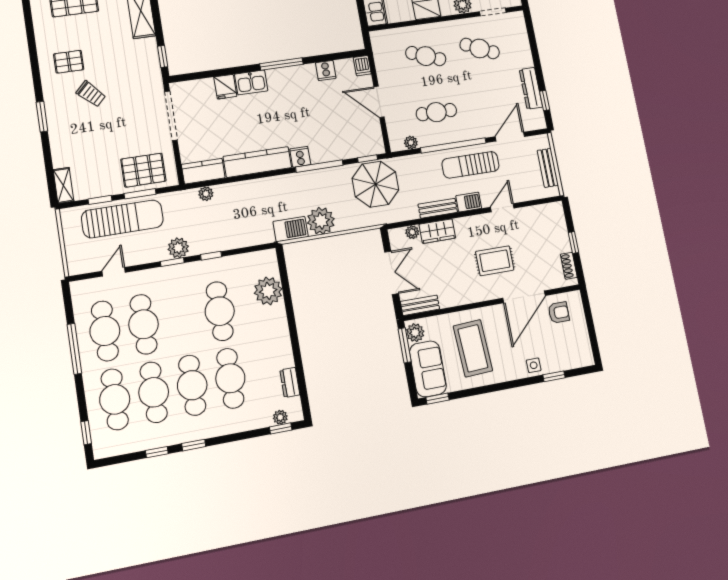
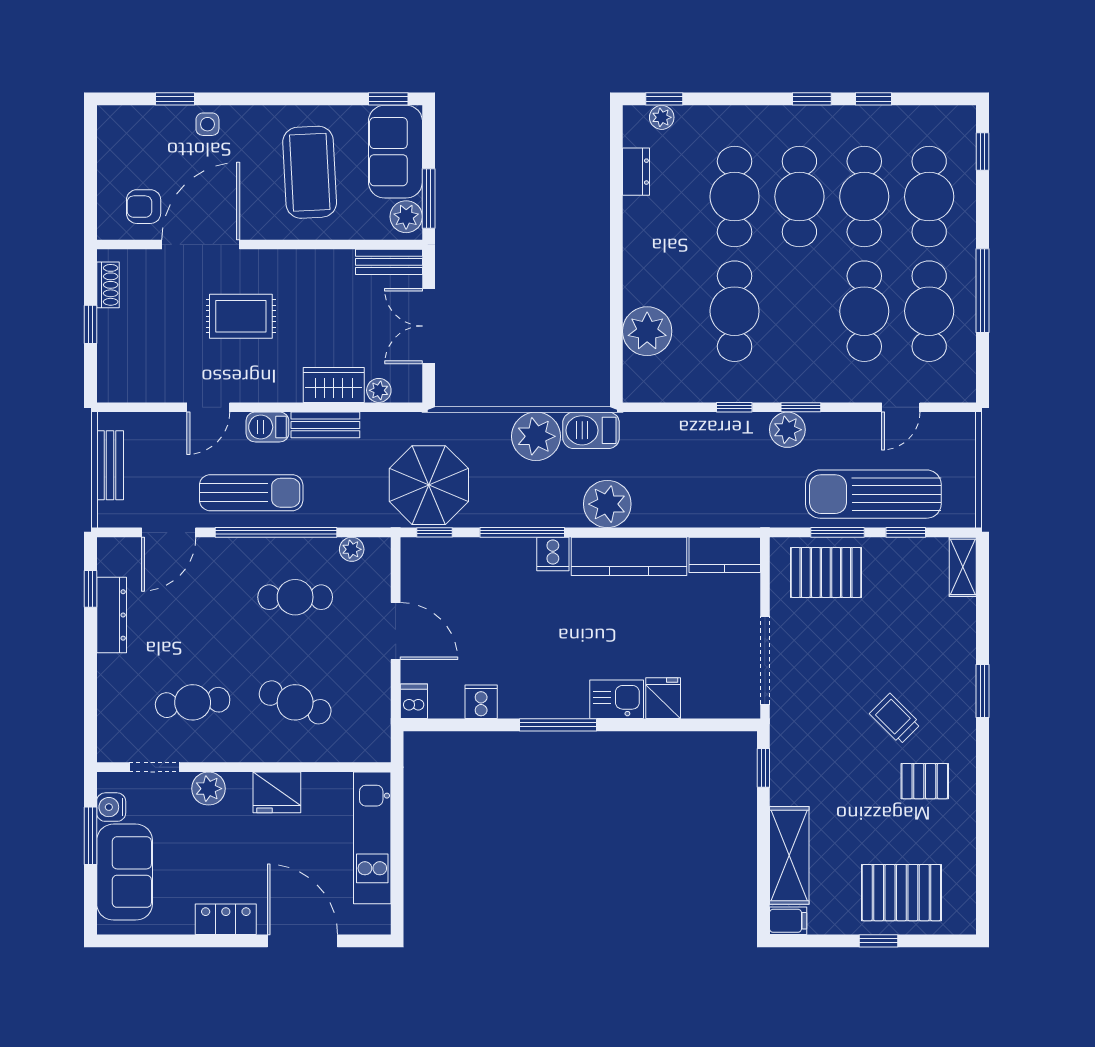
cafe table: (480, 48) -> (193, 702), turned -30
plant: (206, 194) -> (607, 504), moved, width x1.88, depth x1.88

